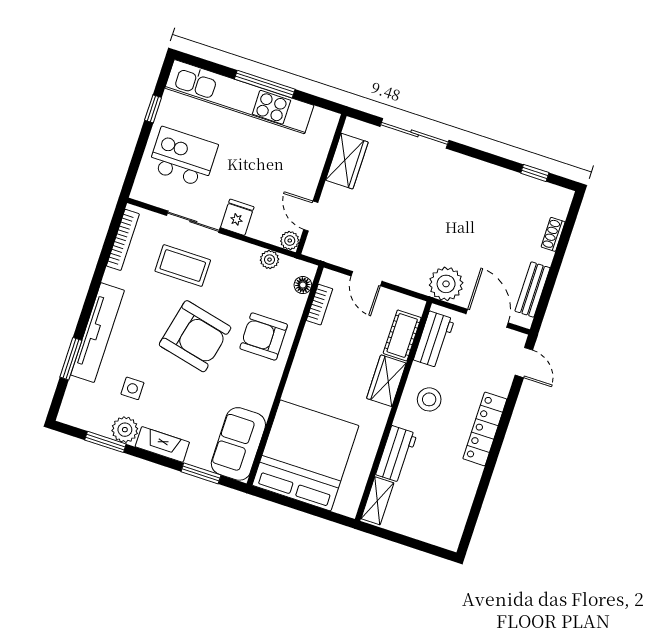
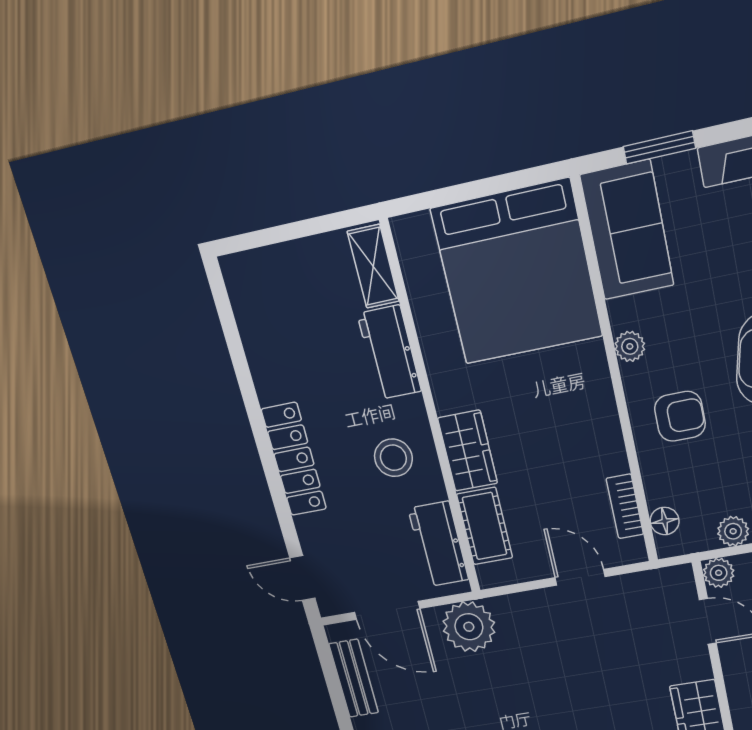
armchair: (264, 336) -> (680, 416), width x0.72, depth x0.72
plant: (269, 387) -> (630, 346), added

